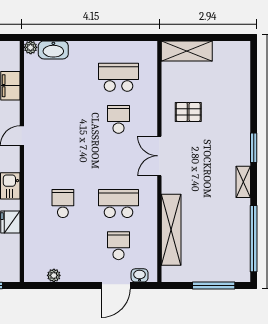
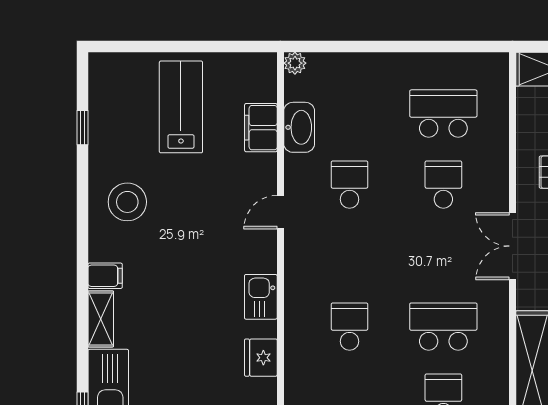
washbasin: (53, 50) -> (299, 127), moved, turned -90
school desk: (63, 119) -> (349, 185), added

